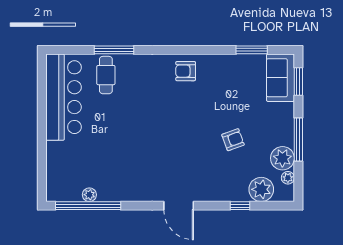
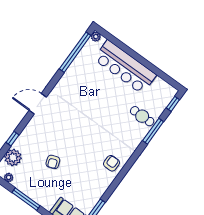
window: (66, 50) -> (173, 104), added
bar counter: (64, 97) -> (125, 67), moved
plant: (282, 158) -> (22, 182), removed
plant: (89, 195) -> (96, 37), moved

